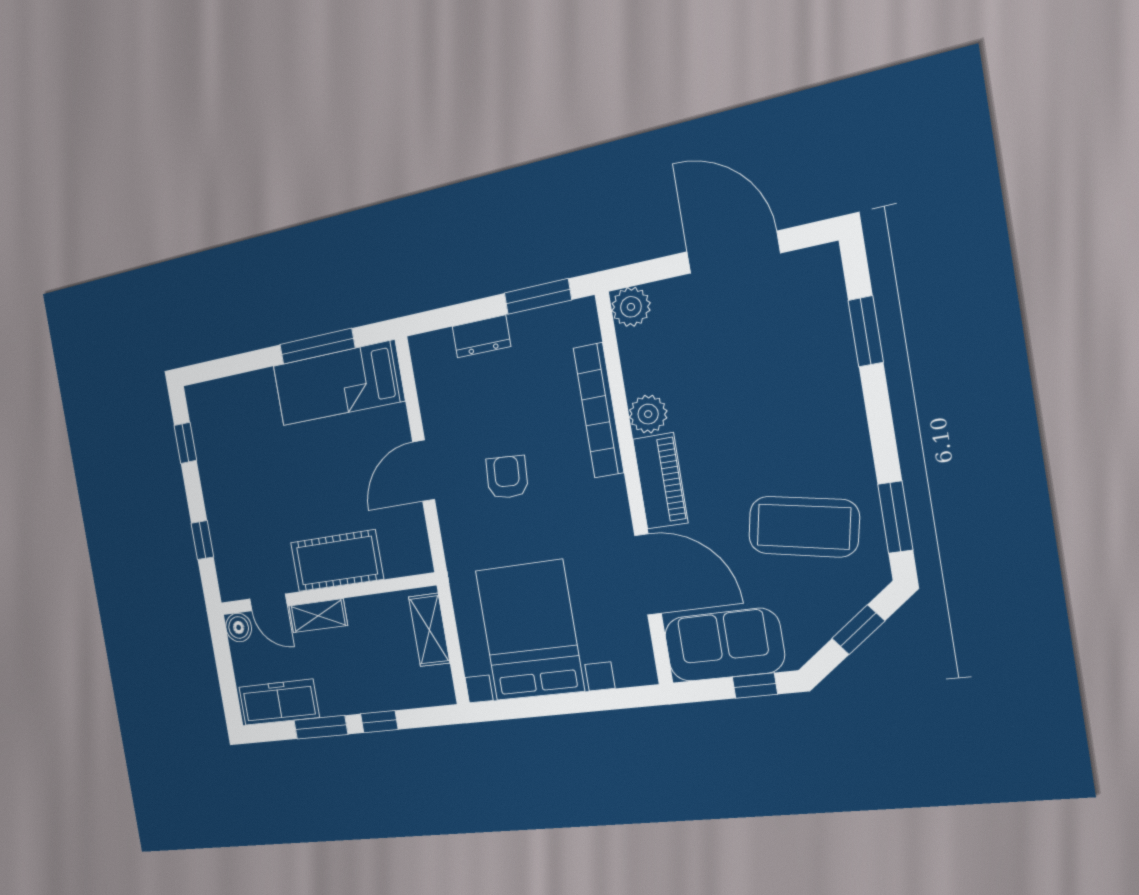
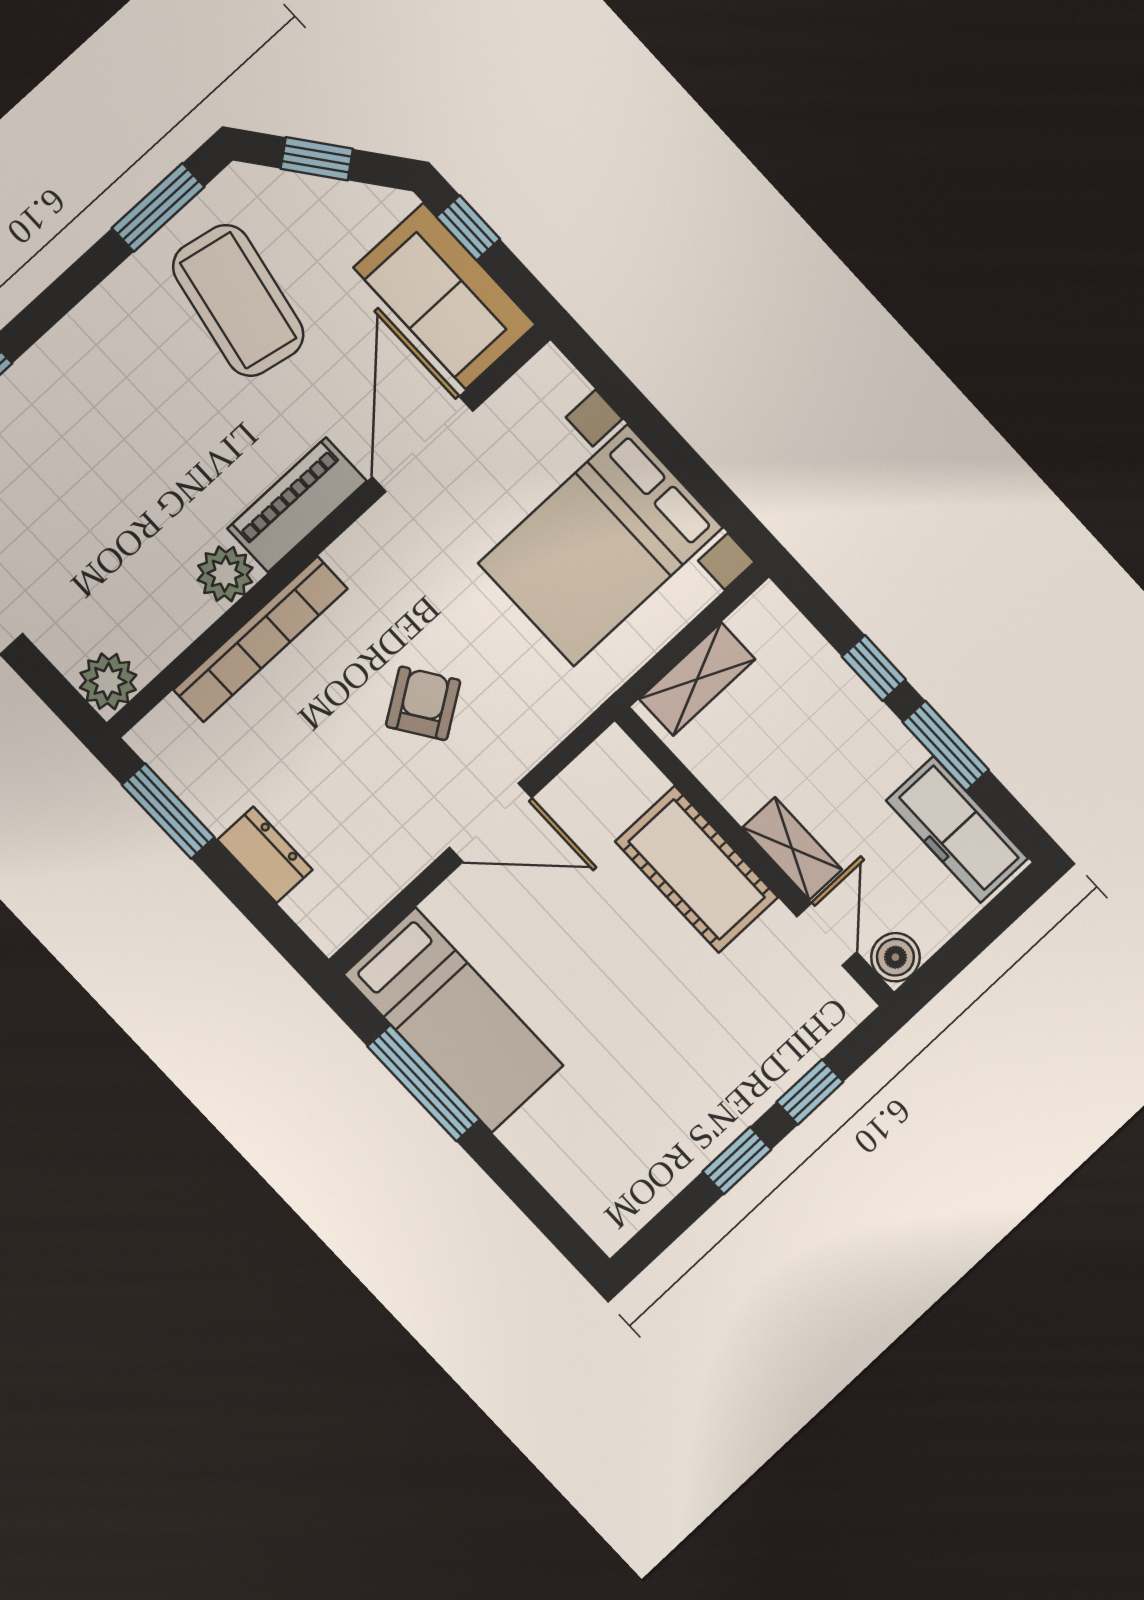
window: (185, 443) -> (737, 1160), moved
armchair: (507, 477) -> (423, 703), turned 142

